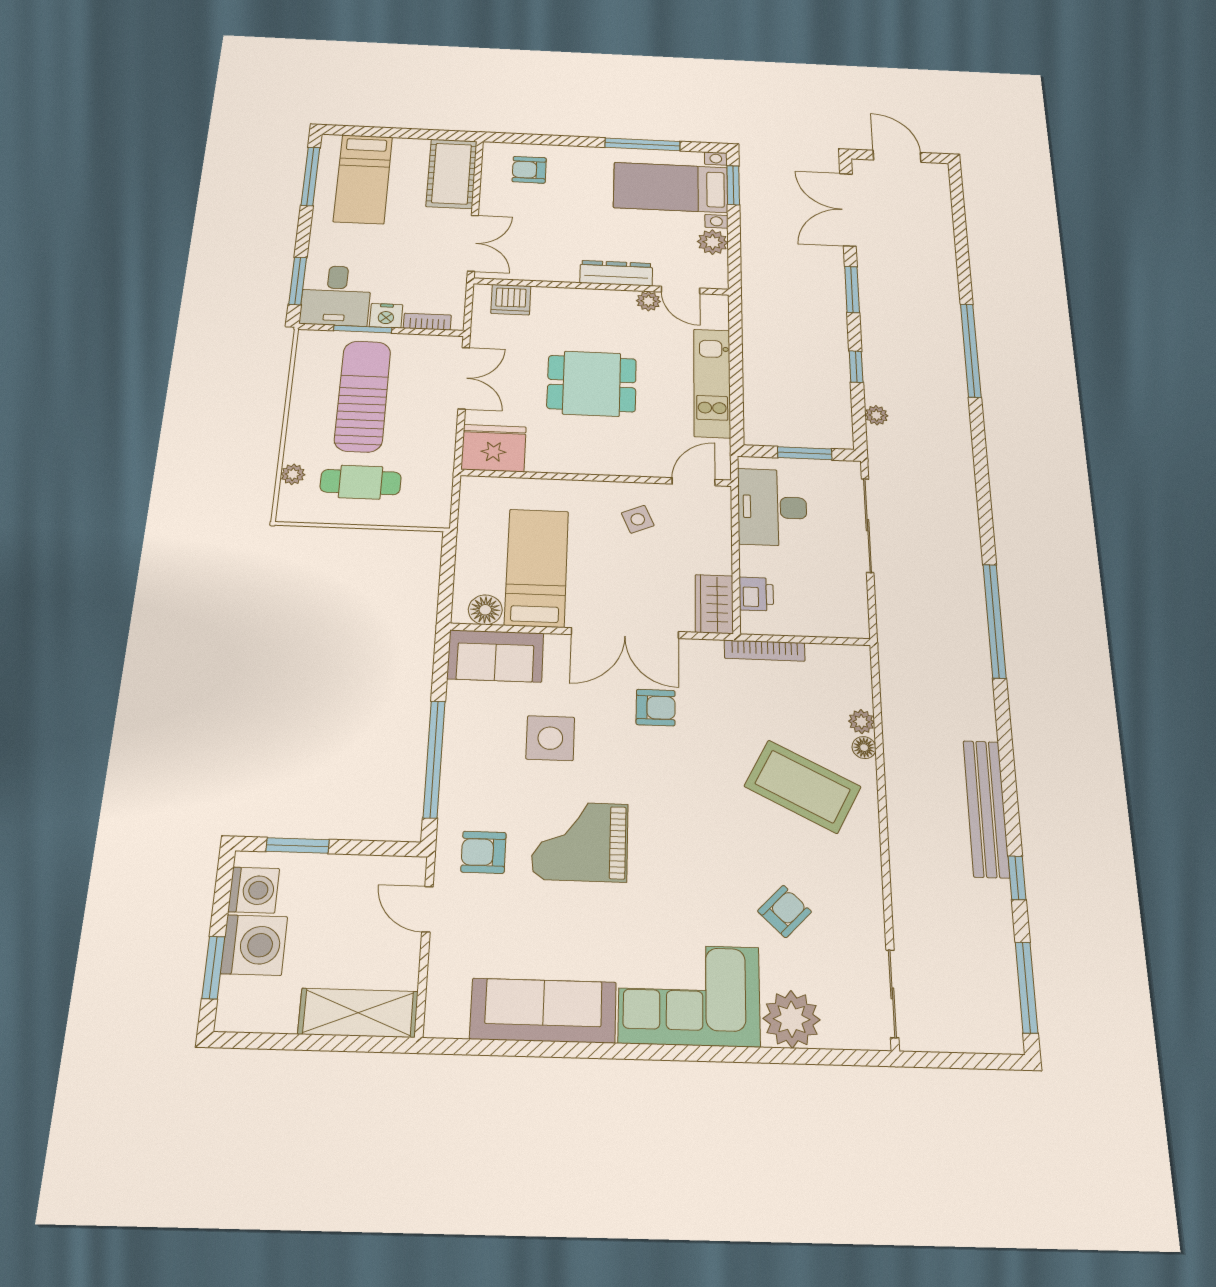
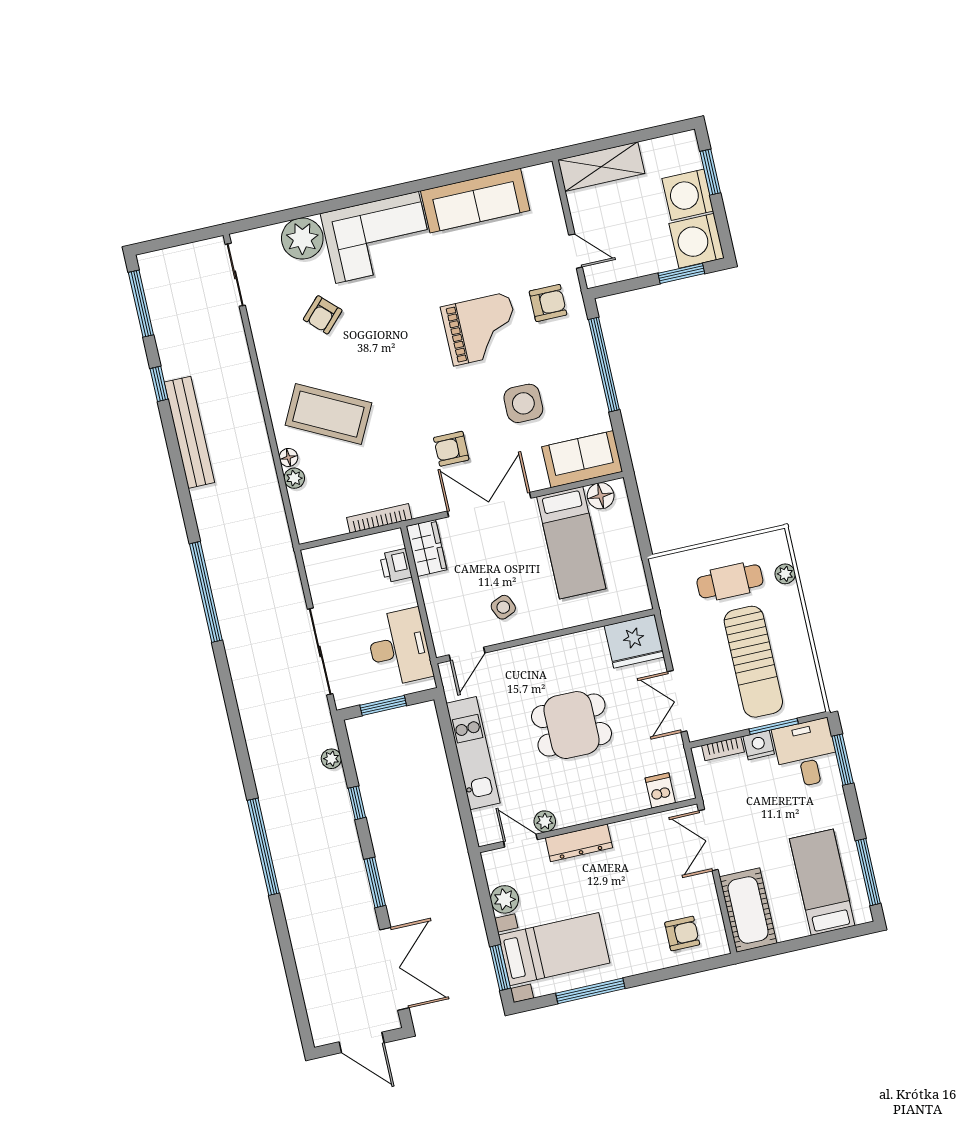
dishwasher: (511, 300) -> (660, 790), width x0.73
washing machine: (254, 890) -> (697, 241), width x1.37, depth x1.37

